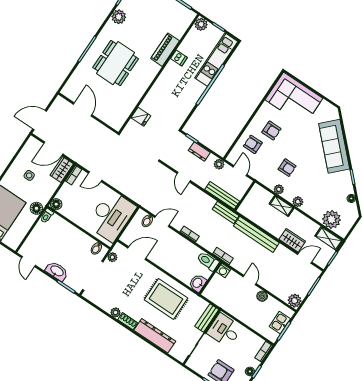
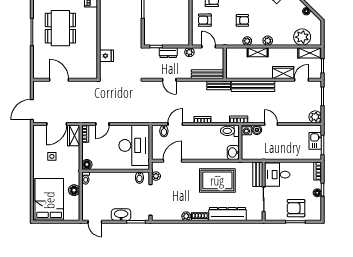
floor lamp: (36, 208) -> (74, 190), moved
boiler: (262, 296) -> (257, 130), moved

